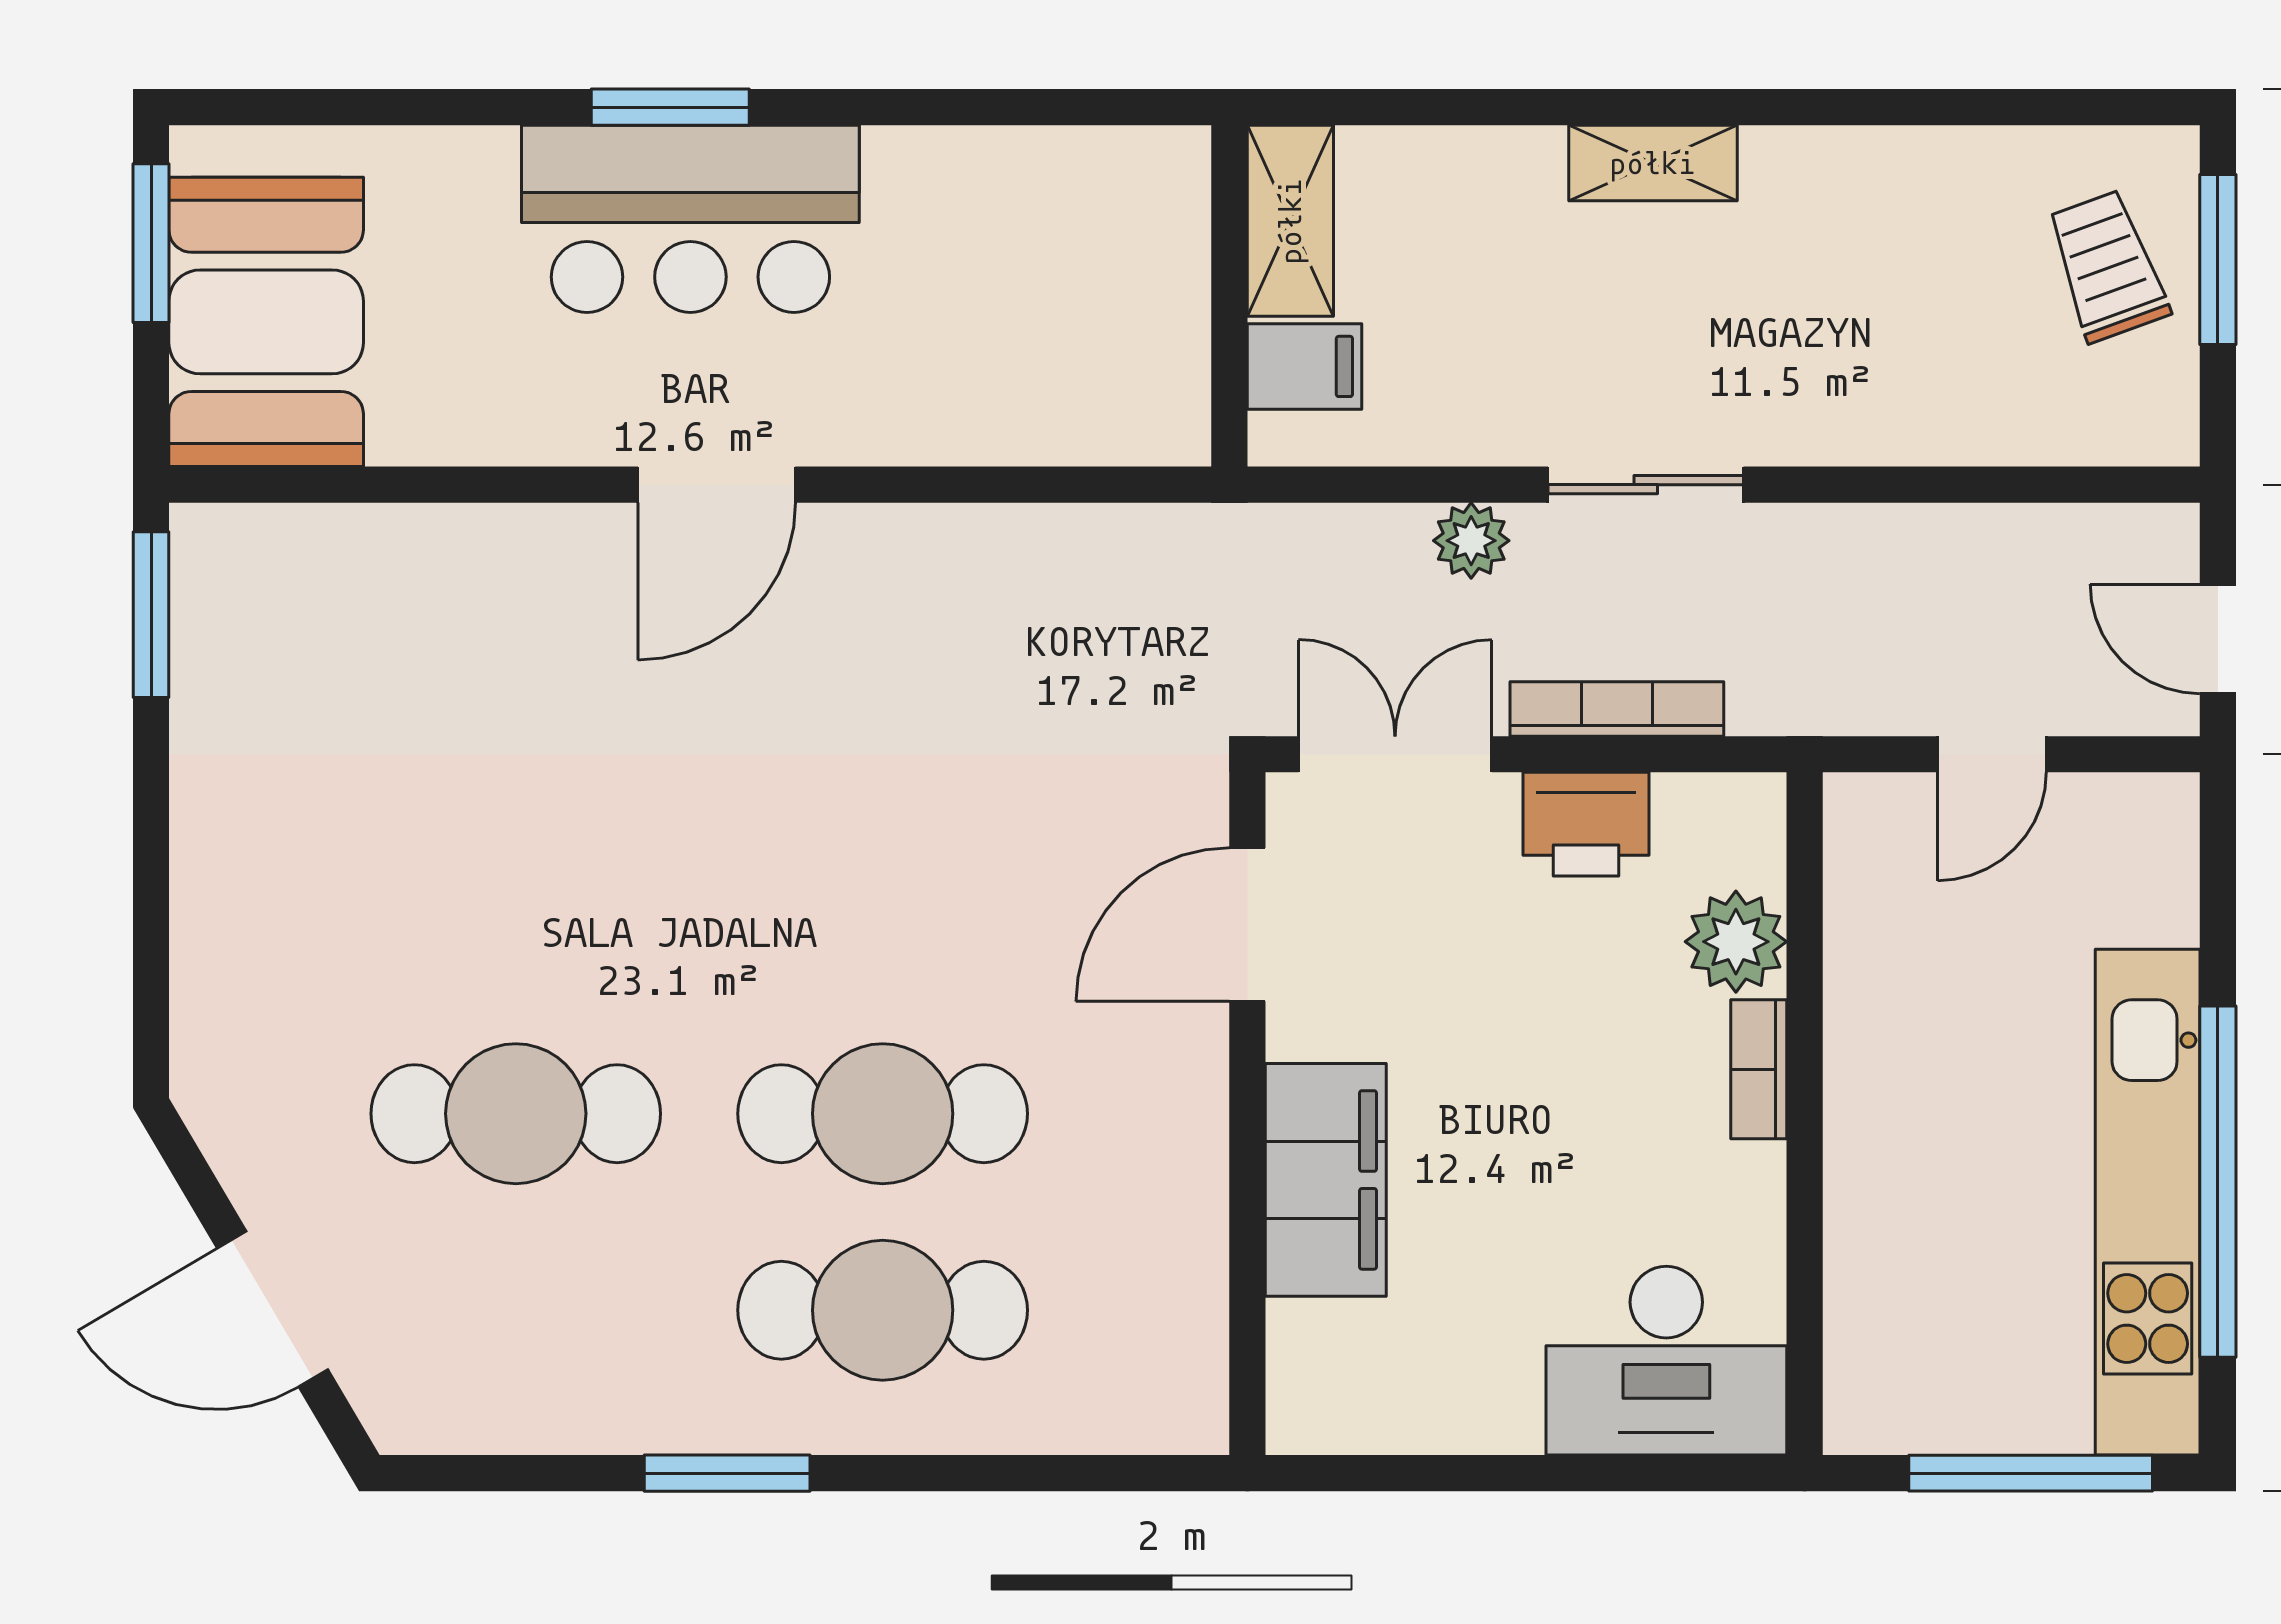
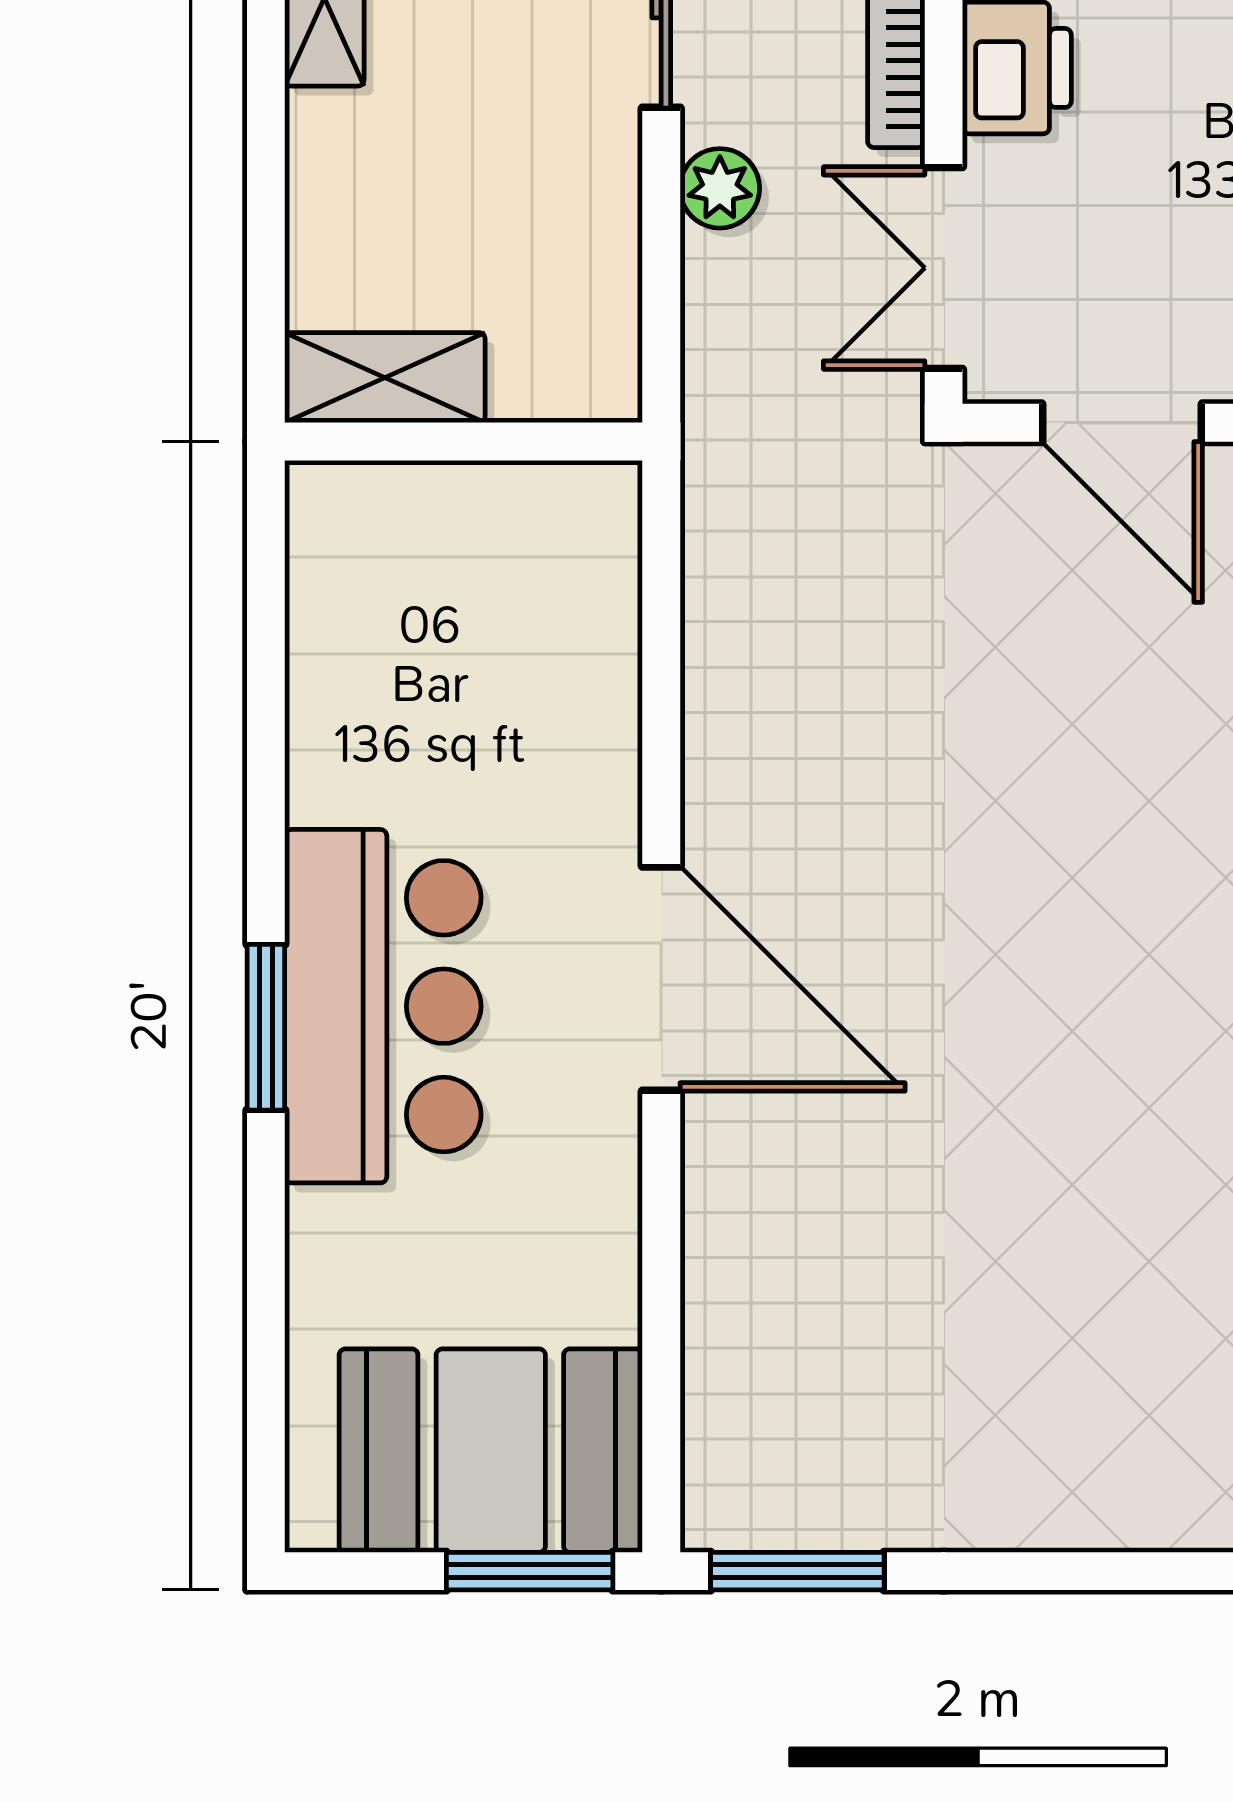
window: (151, 243) -> (530, 1571), moved
filing cabinet: (1304, 366) -> (537, 363), removed
door: (717, 485) -> (661, 979), width x1.36

